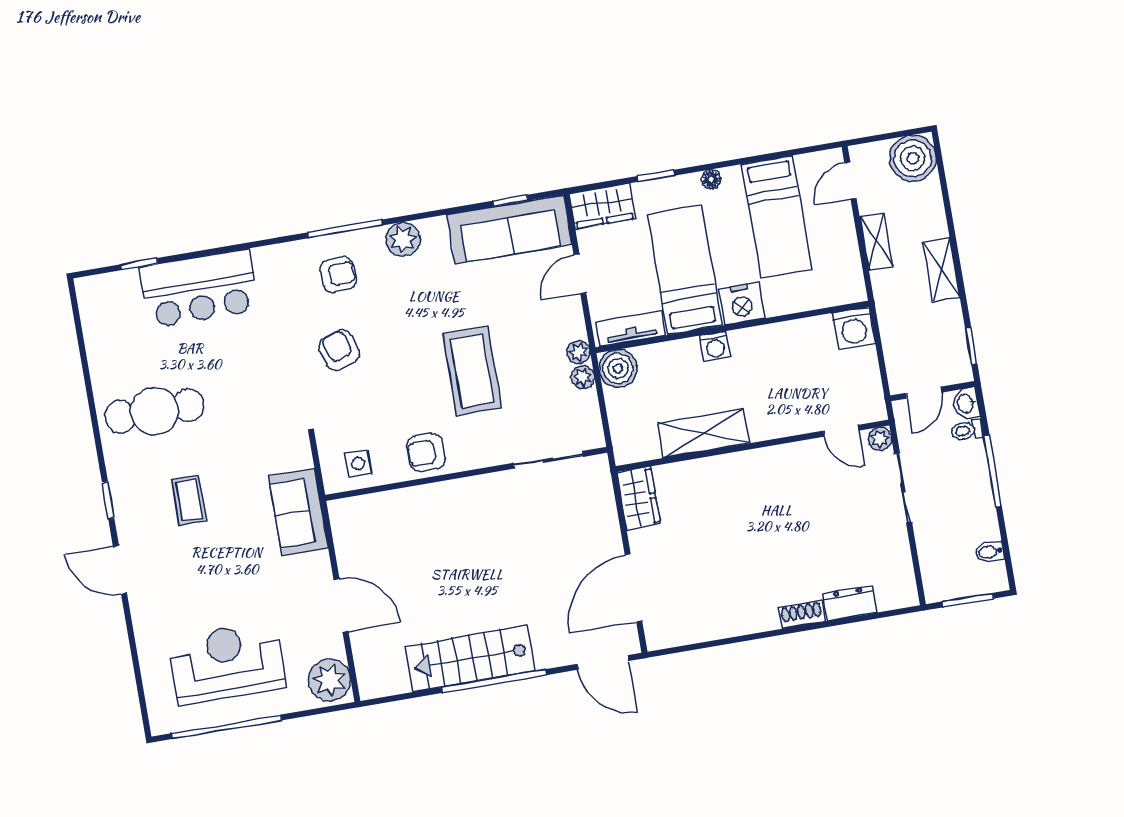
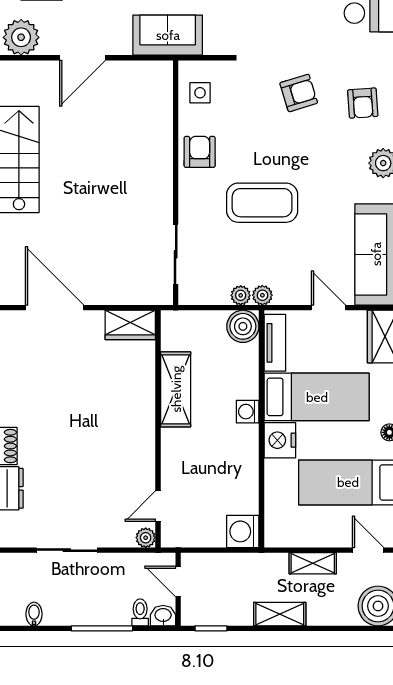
sliding door: (903, 488) -> (67, 550), moved

